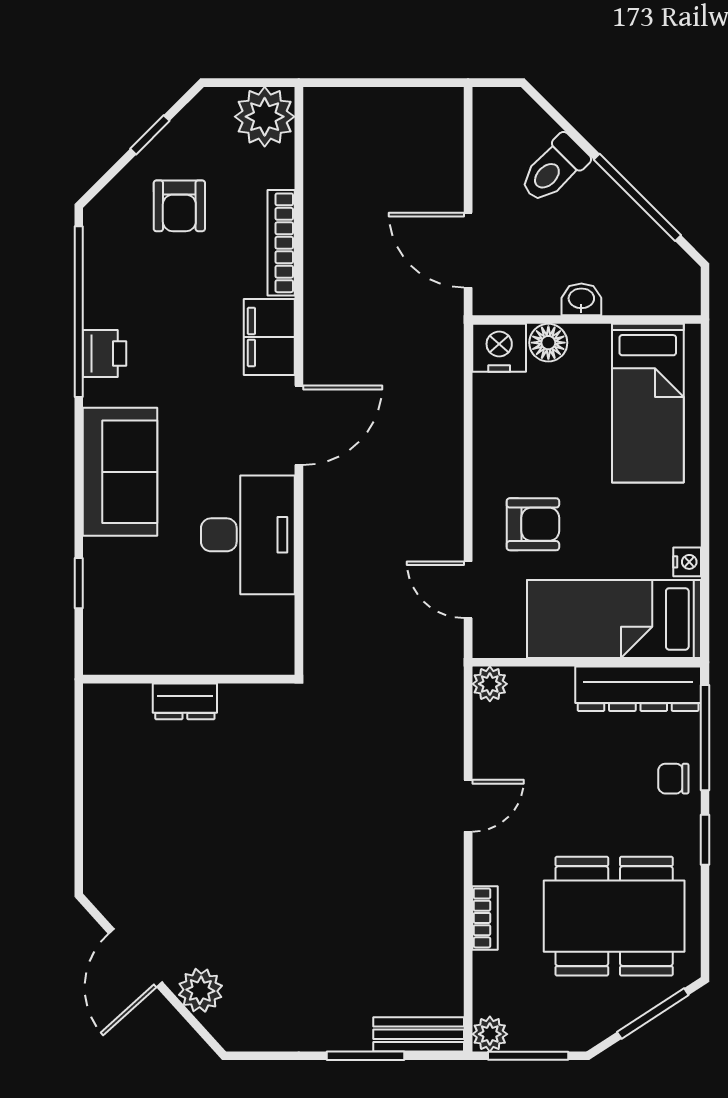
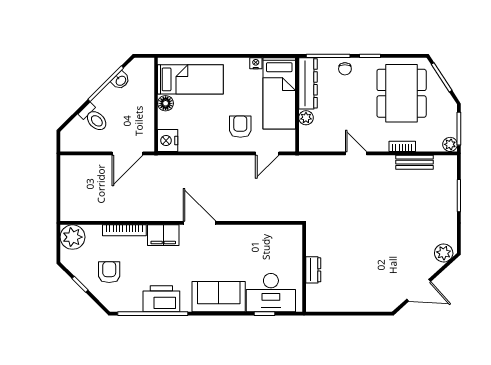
armchair: (179, 206) -> (109, 272), turned -90
washbasin: (581, 299) -> (121, 81), moved, turned -135
floor lamp: (548, 343) -> (166, 103), moved
printer: (105, 353) -> (161, 299), width x1.87, depth x1.48
desk: (248, 535) -> (271, 293), moved, turned 180
plant: (490, 684) -> (306, 118), moved
plant: (200, 990) -> (444, 253), moved
bench: (419, 1034) -> (414, 162), moved, turned 90

